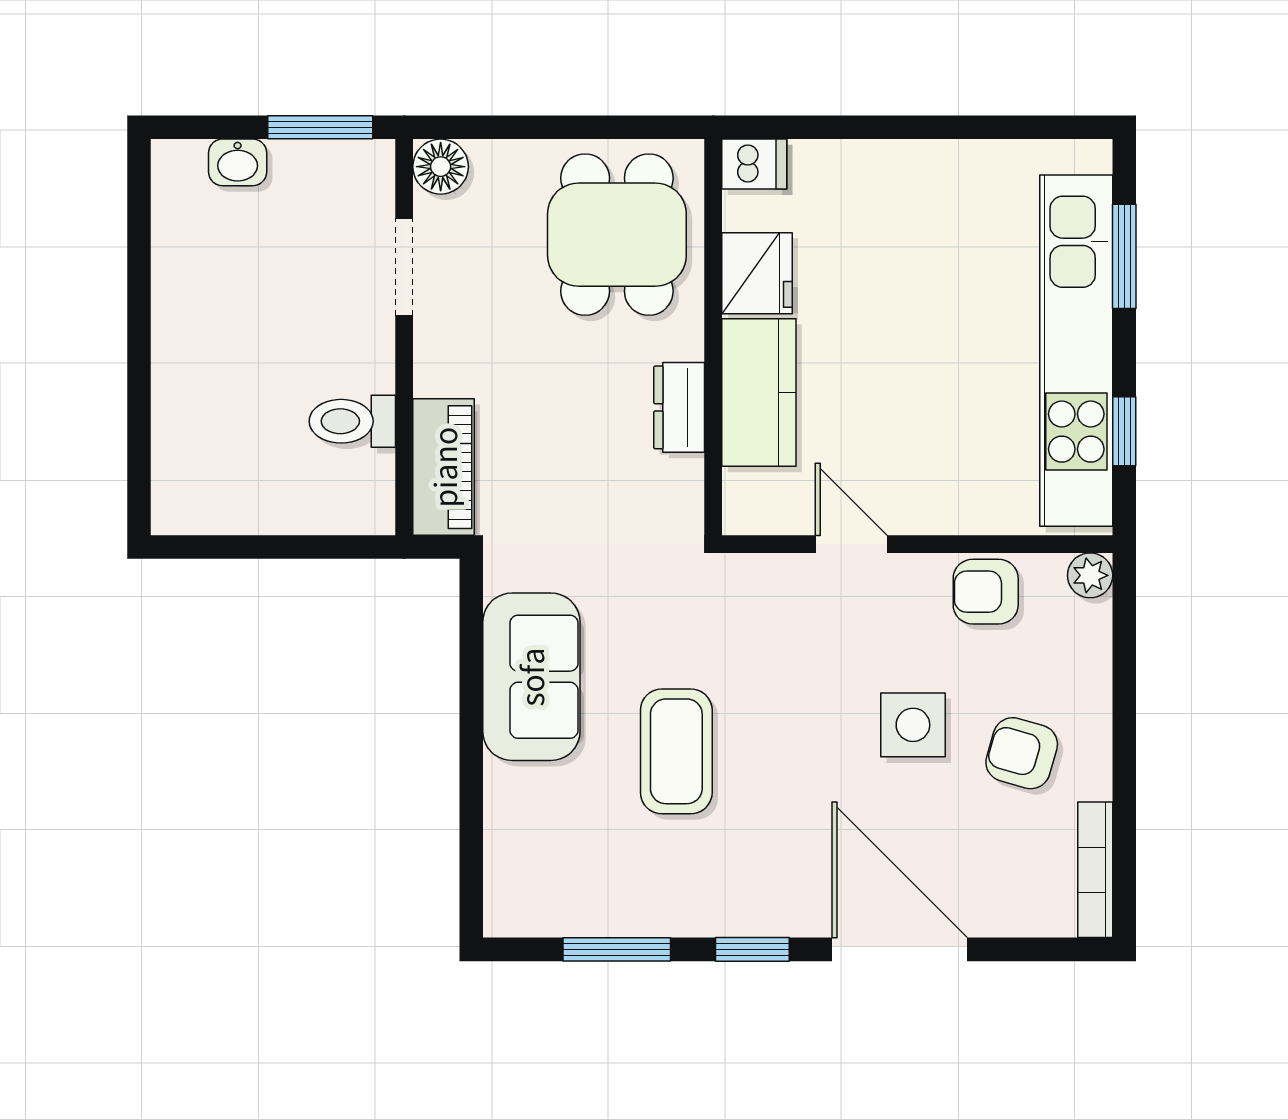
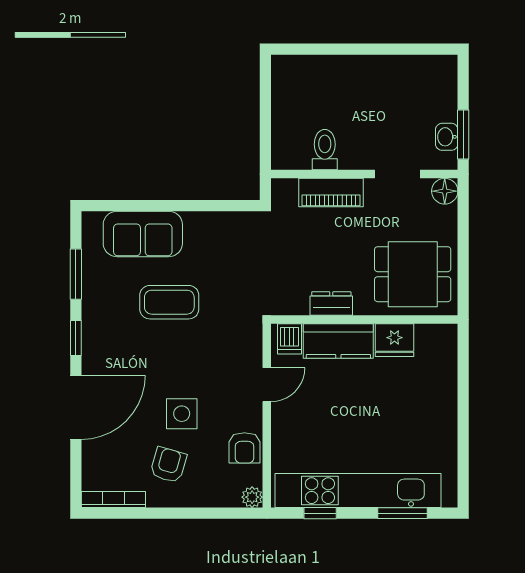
washbasin: (238, 162) -> (447, 137), moved
dishwasher: (754, 164) -> (289, 339), moved
piano: (444, 467) -> (331, 193), moved
armchair: (986, 592) -> (244, 448), turned 180
sofa: (531, 677) -> (143, 234), moved

